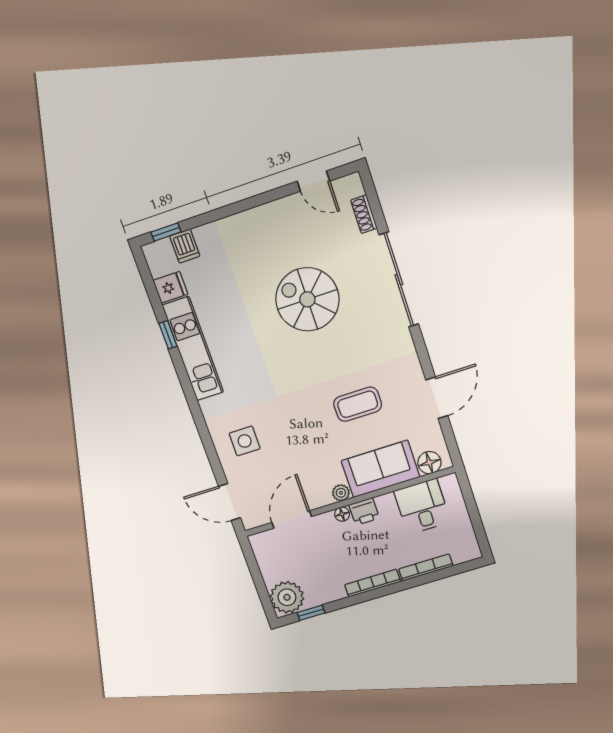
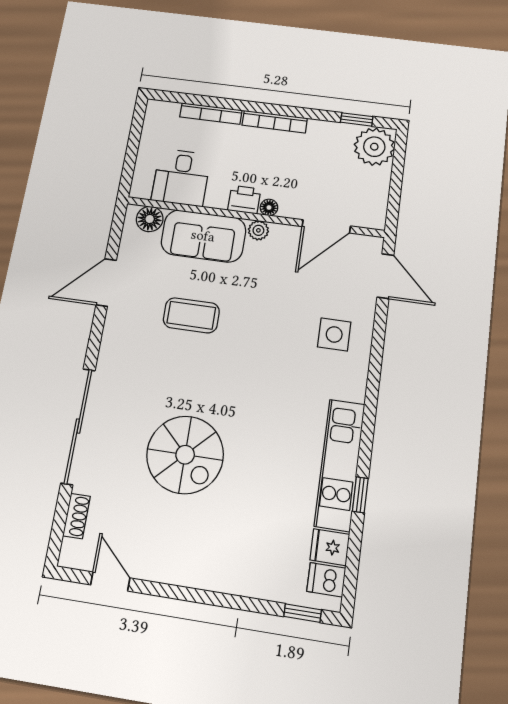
dishwasher: (185, 246) -> (326, 580), moved, turned -90

